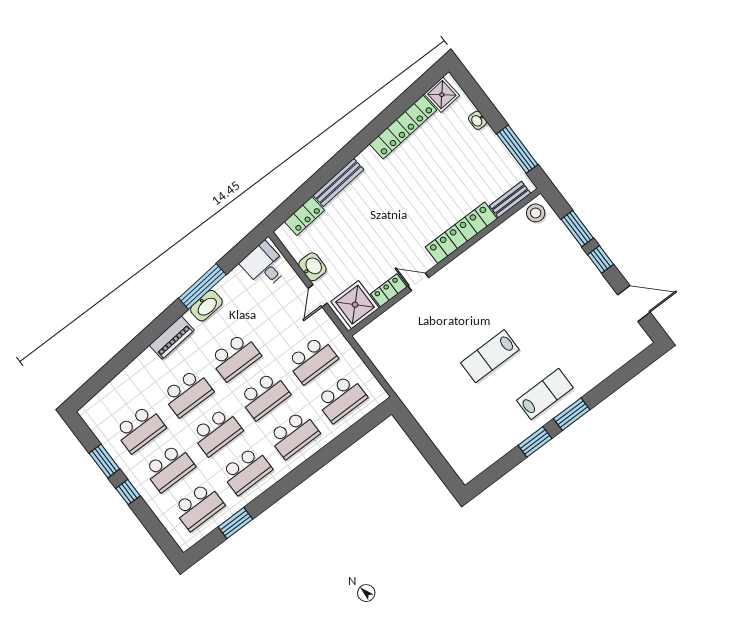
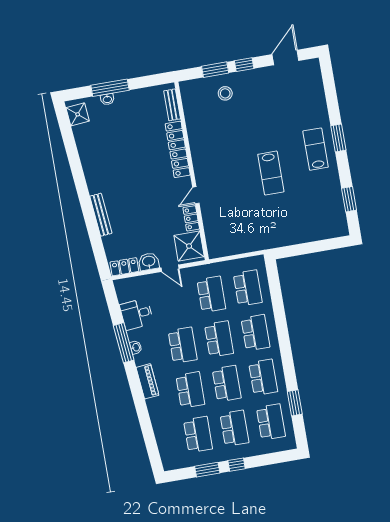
locker: (403, 127) -> (86, 152), removed
window: (517, 149) -> (110, 88), moved
stool: (536, 213) -> (225, 93), moved
locker: (304, 216) -> (124, 267), moved, turned -85
desk: (264, 265) -> (137, 314), moved
washbasin: (206, 306) -> (136, 347), width x0.52, depth x0.69
window: (535, 442) -> (349, 199), moved

